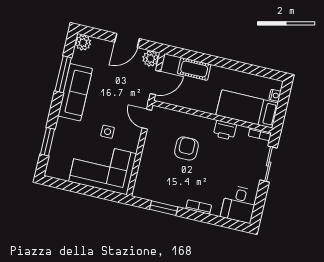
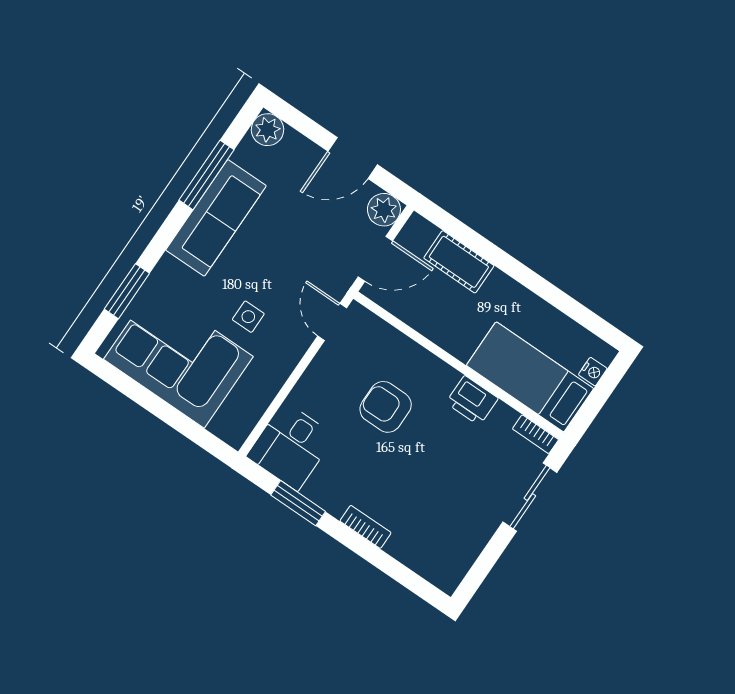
armchair: (186, 148) -> (386, 407), turned -90
corner sofa: (103, 168) -> (178, 358), moved
desk: (239, 204) -> (291, 446), moved

